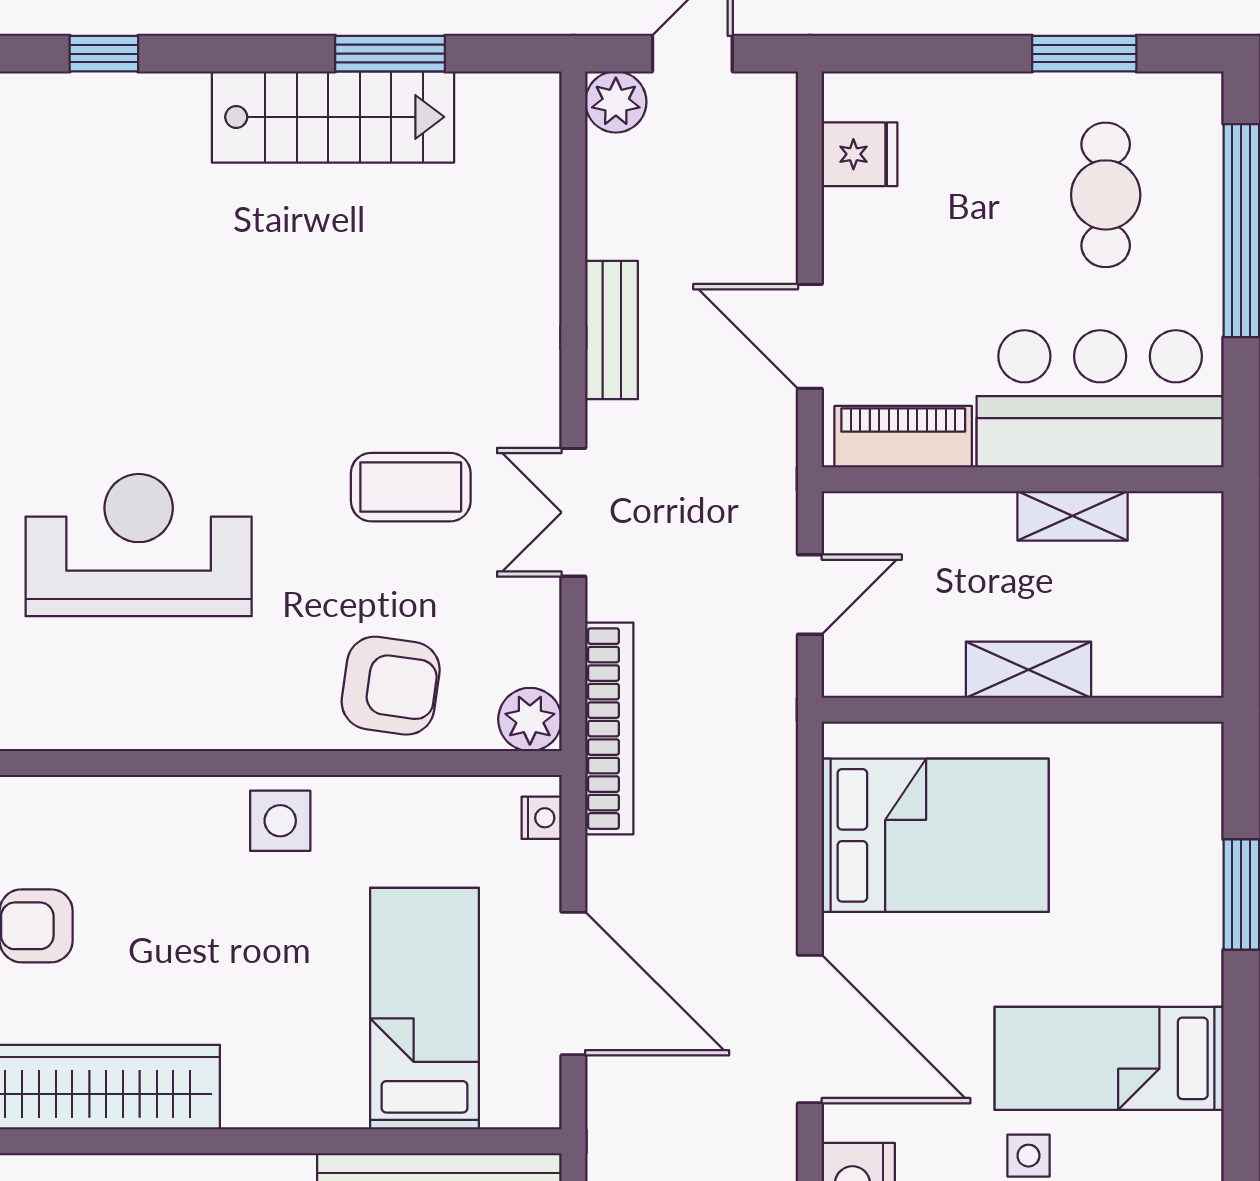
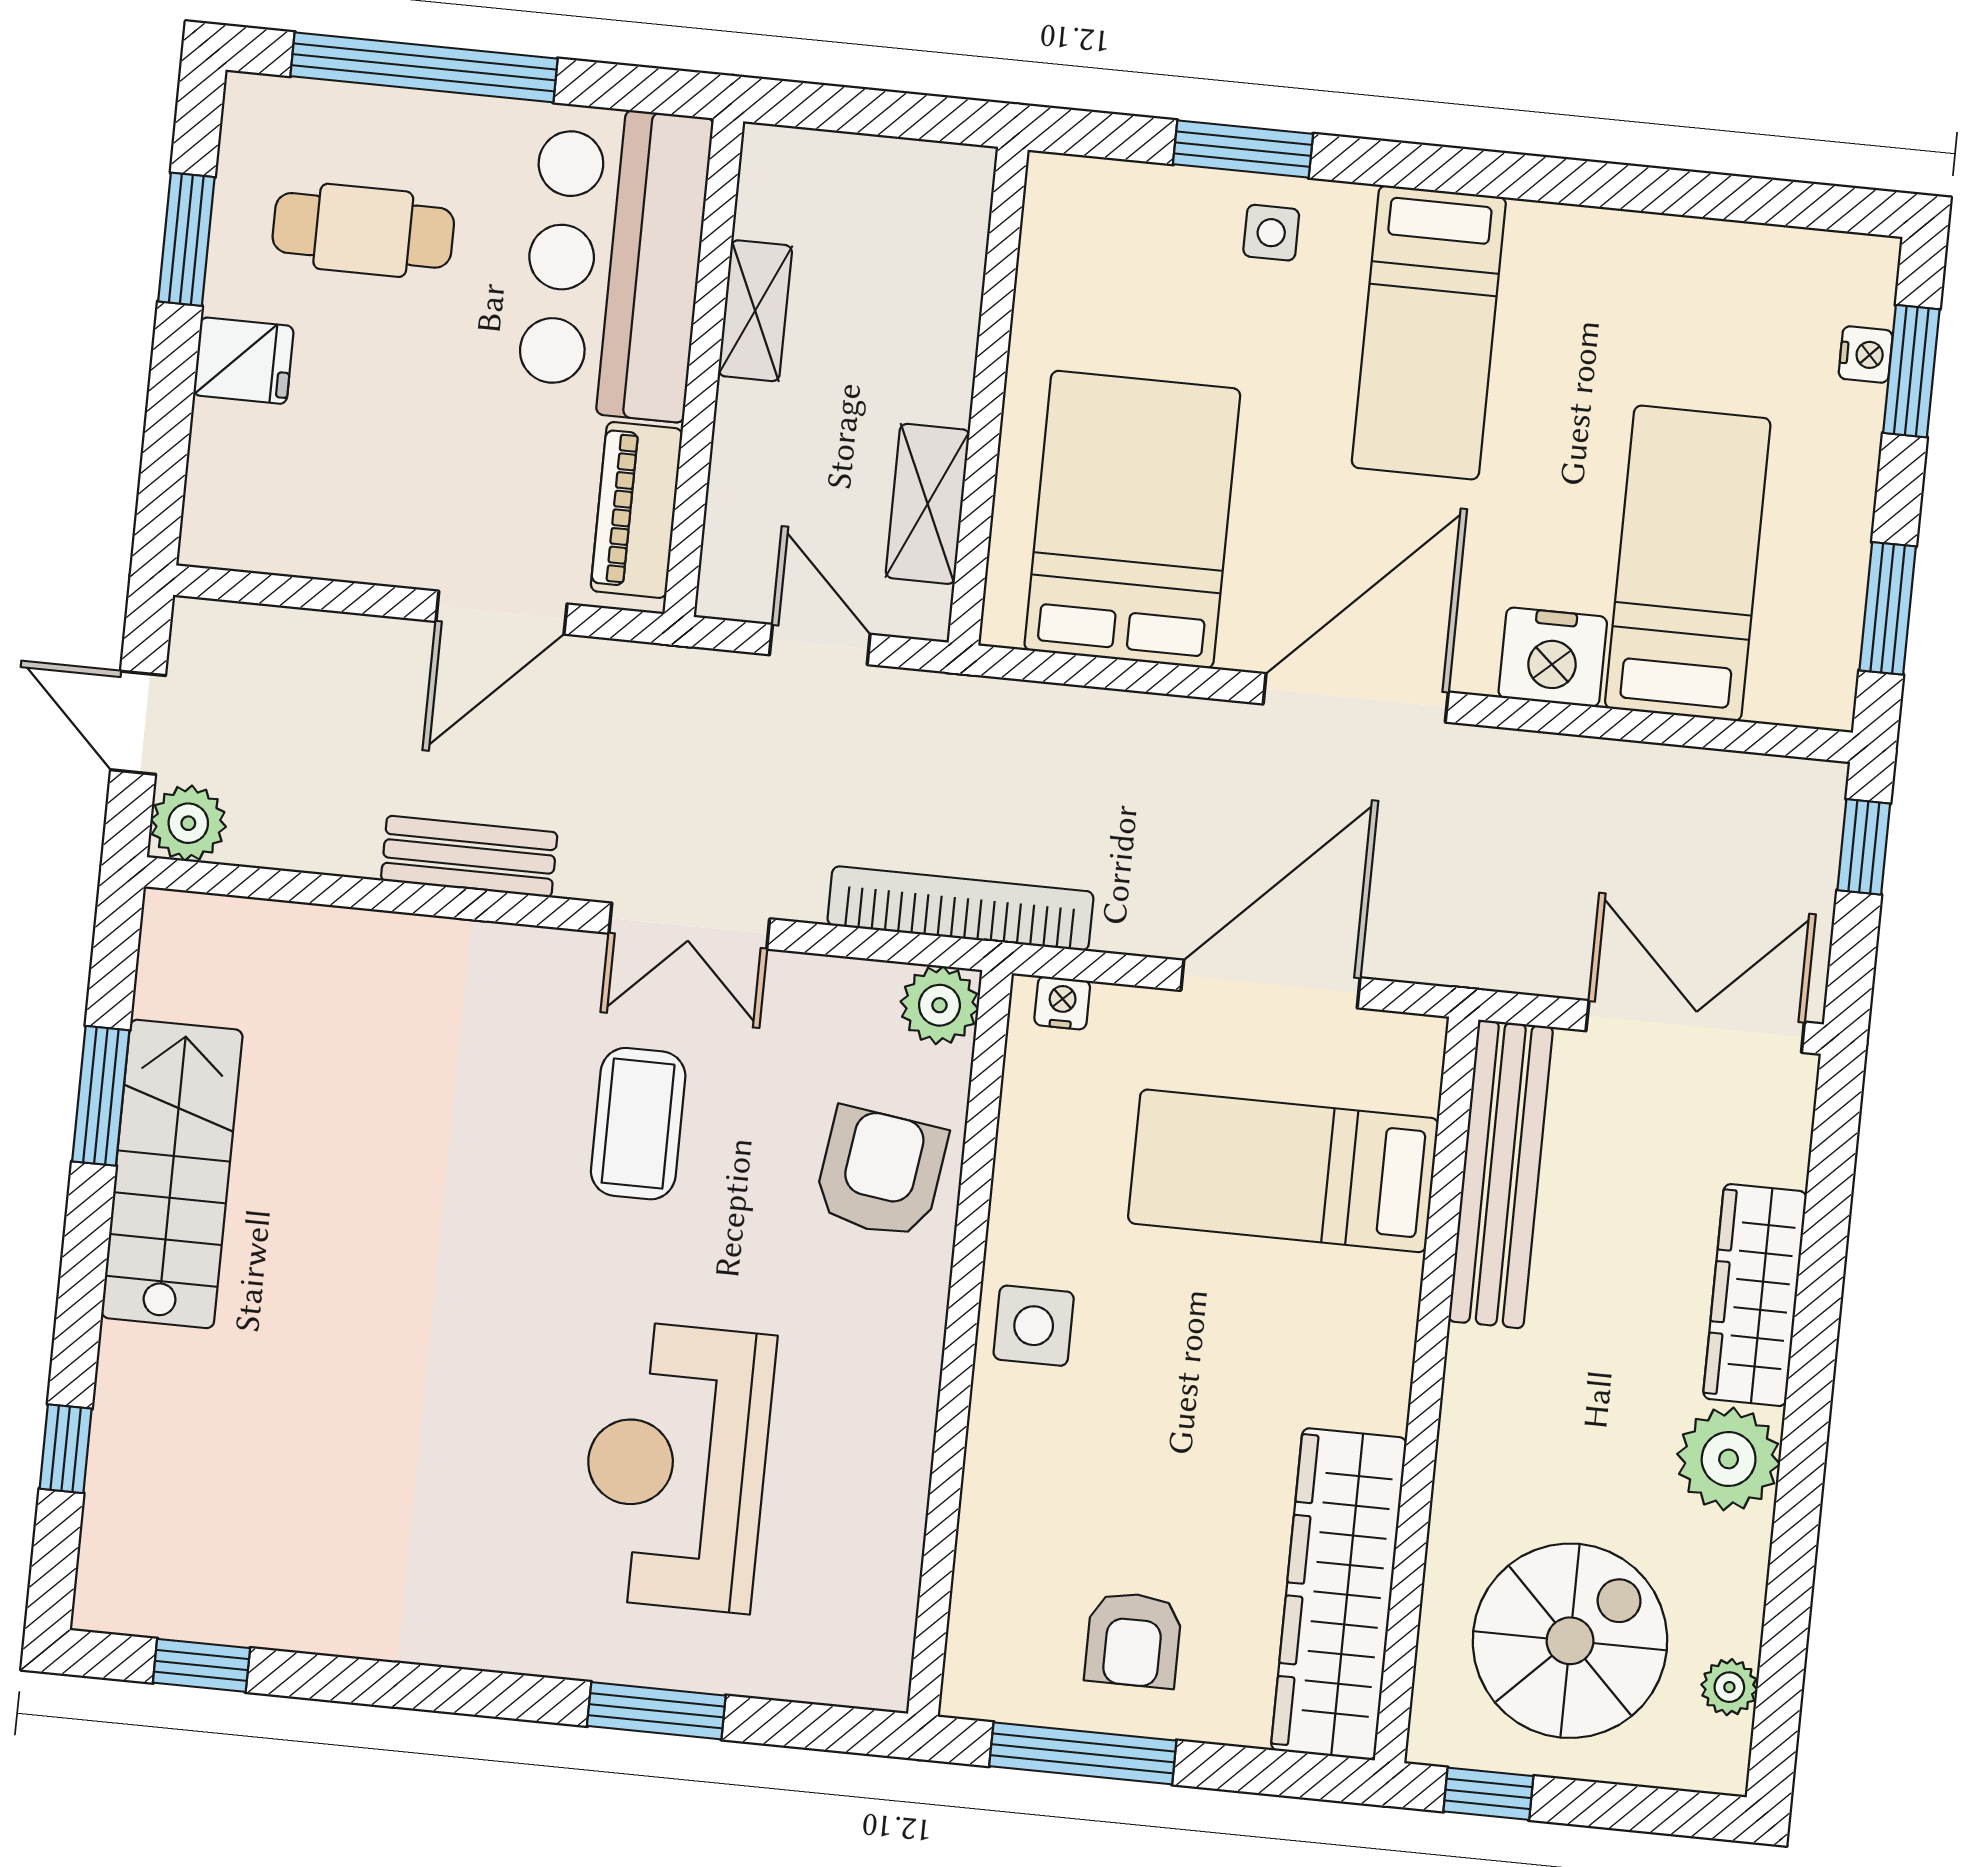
fridge: (860, 154) -> (244, 361), moved, turned 90
shelving: (1028, 670) -> (928, 504), moved
side table: (1028, 1156) -> (1271, 233), moved

